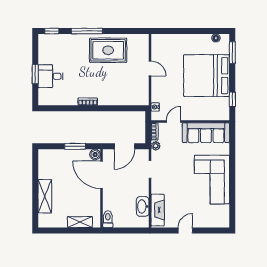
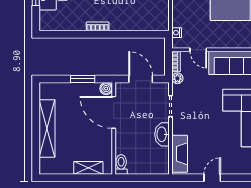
door: (174, 122) -> (198, 50), swing flipped
door: (124, 146) -> (141, 79), swing flipped
shelving: (45, 196) -> (47, 128), width x1.47
washbasin: (143, 206) -> (162, 134), moved

